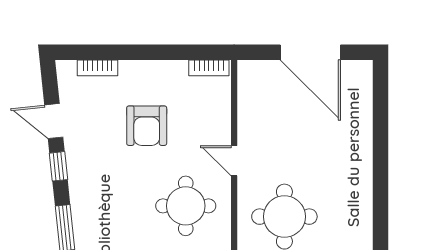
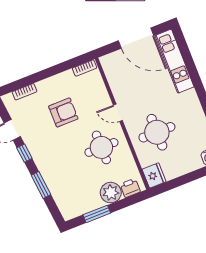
kitchen unit: (358, 114) -> (175, 61), added
armchair: (147, 126) -> (63, 112), turned -90

